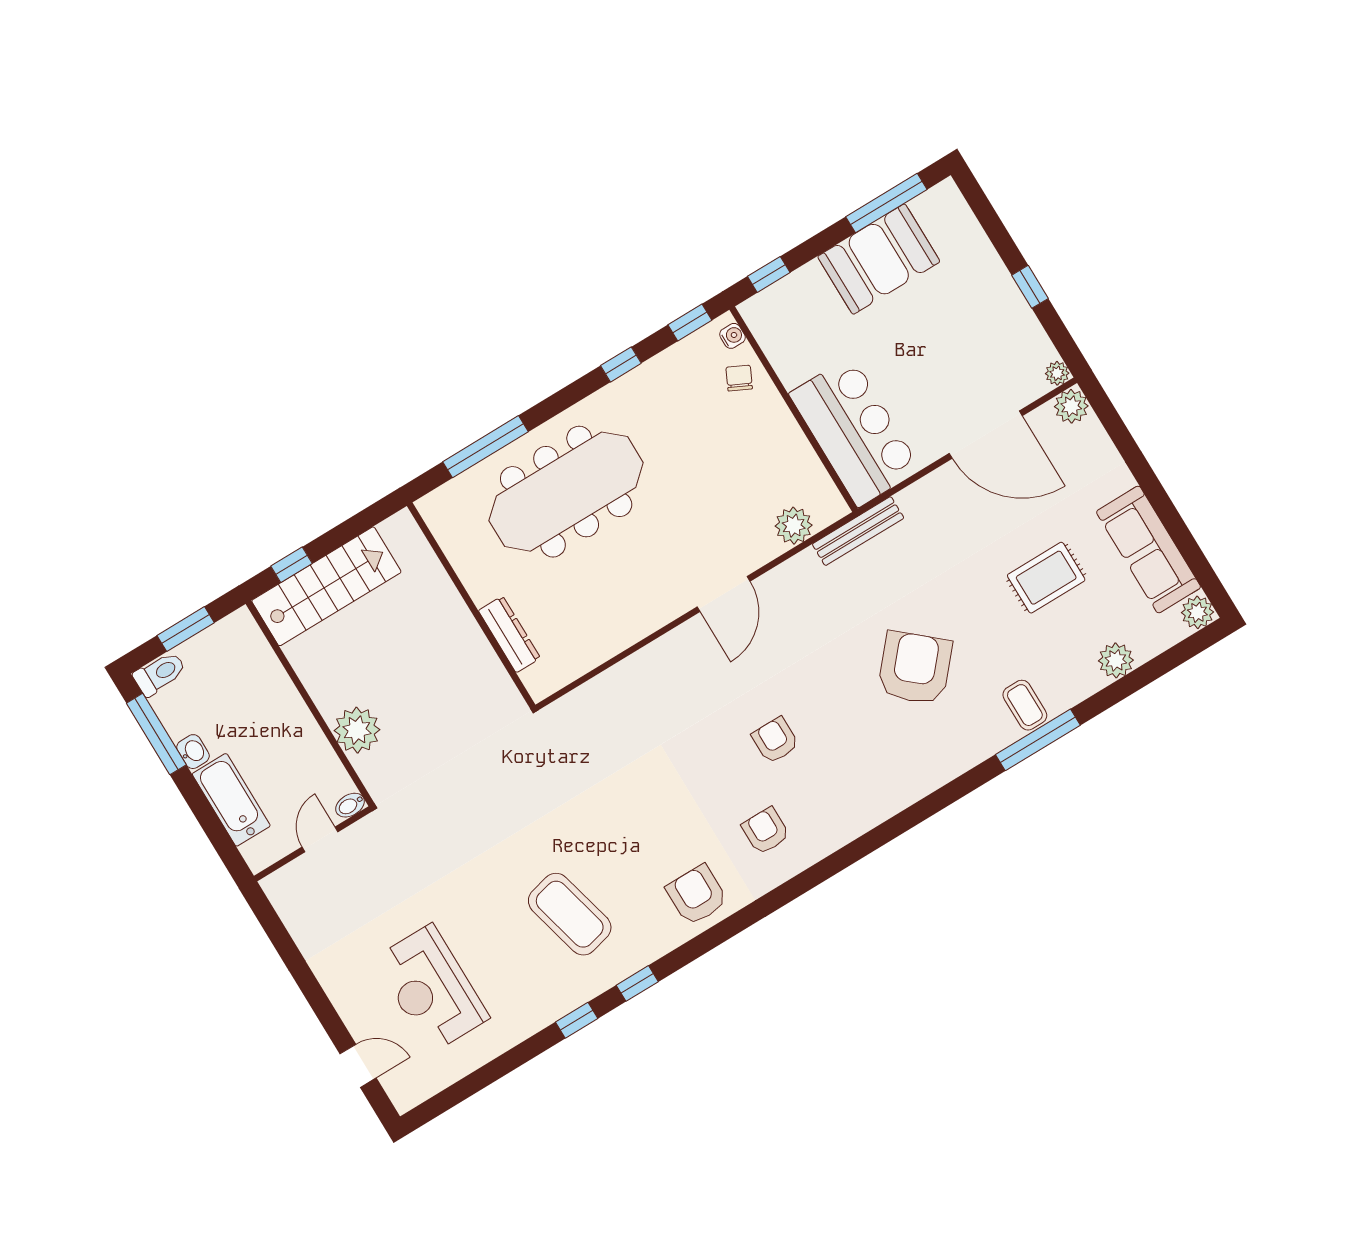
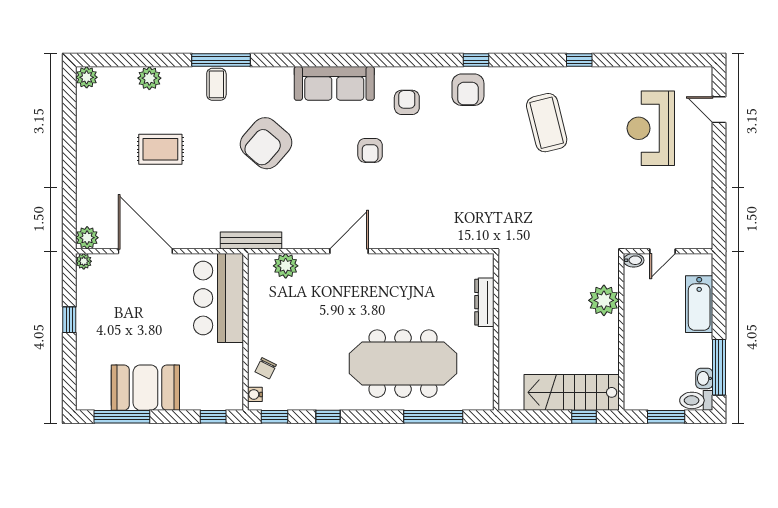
sofa: (1148, 549) -> (334, 83), moved, turned 90
washbasin: (193, 752) -> (704, 378), moved
armchair: (766, 831) -> (407, 102), turned 180
window: (637, 983) -> (476, 60), moved
reception desk: (431, 988) -> (651, 128), turned 180

